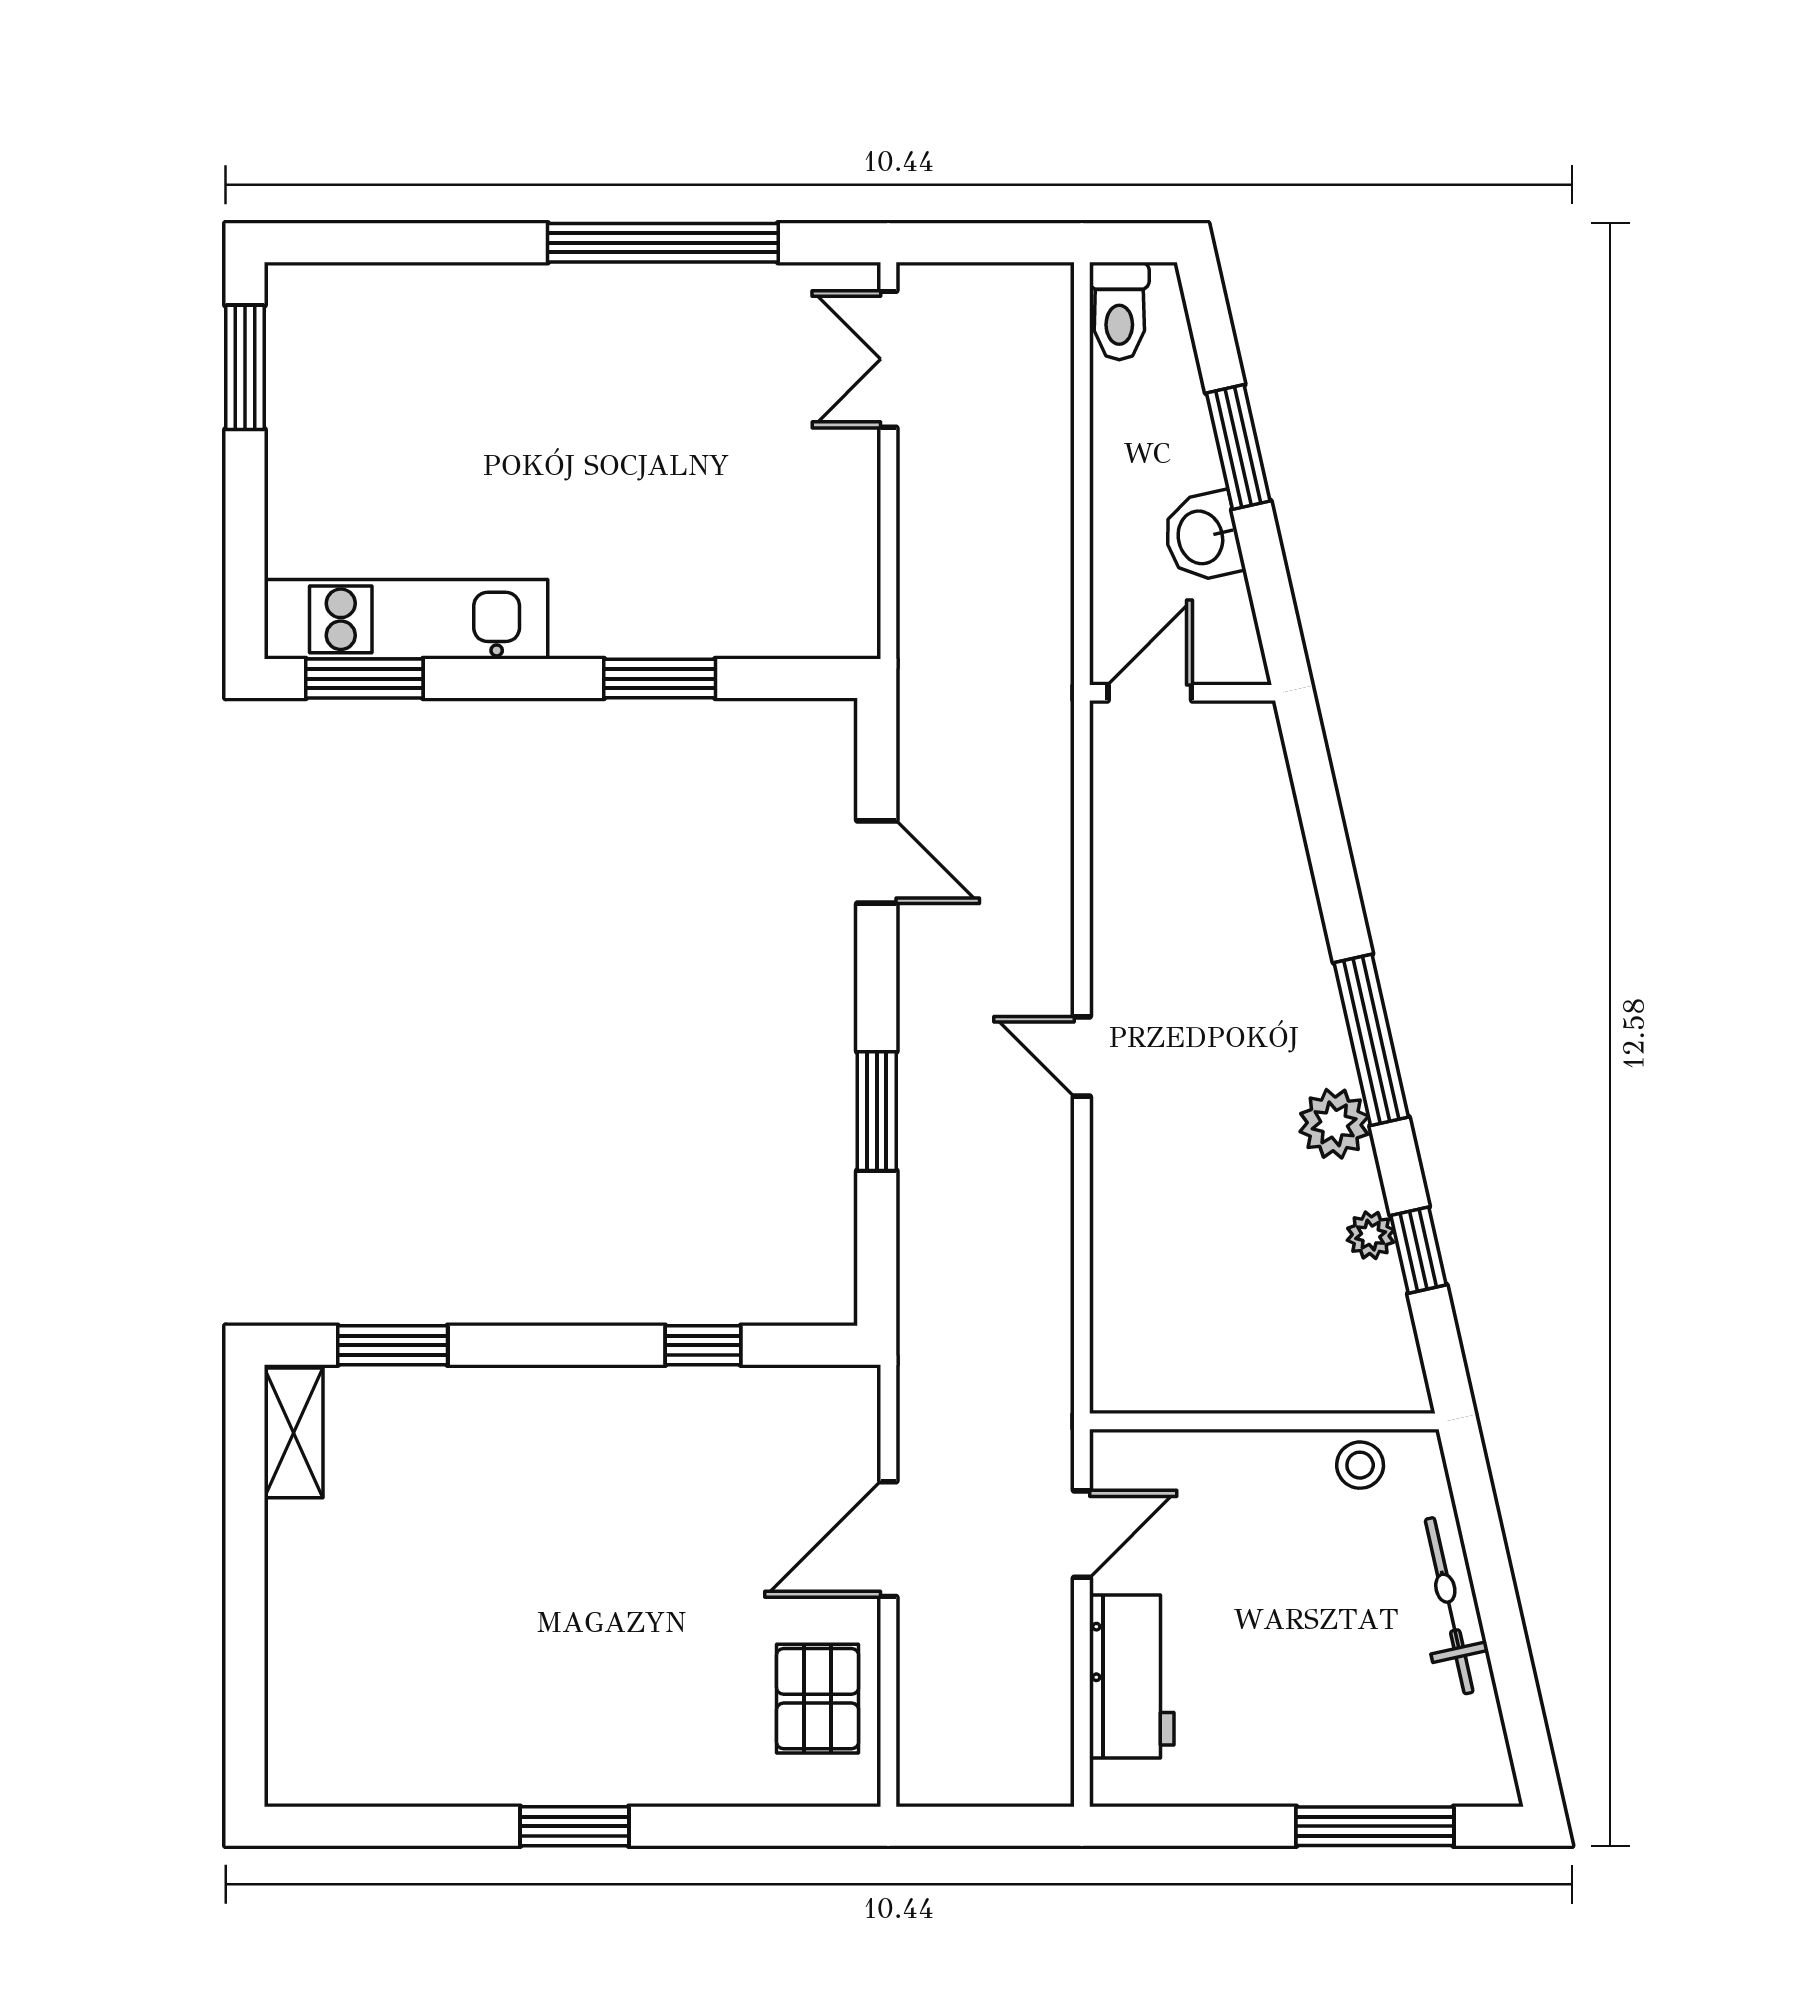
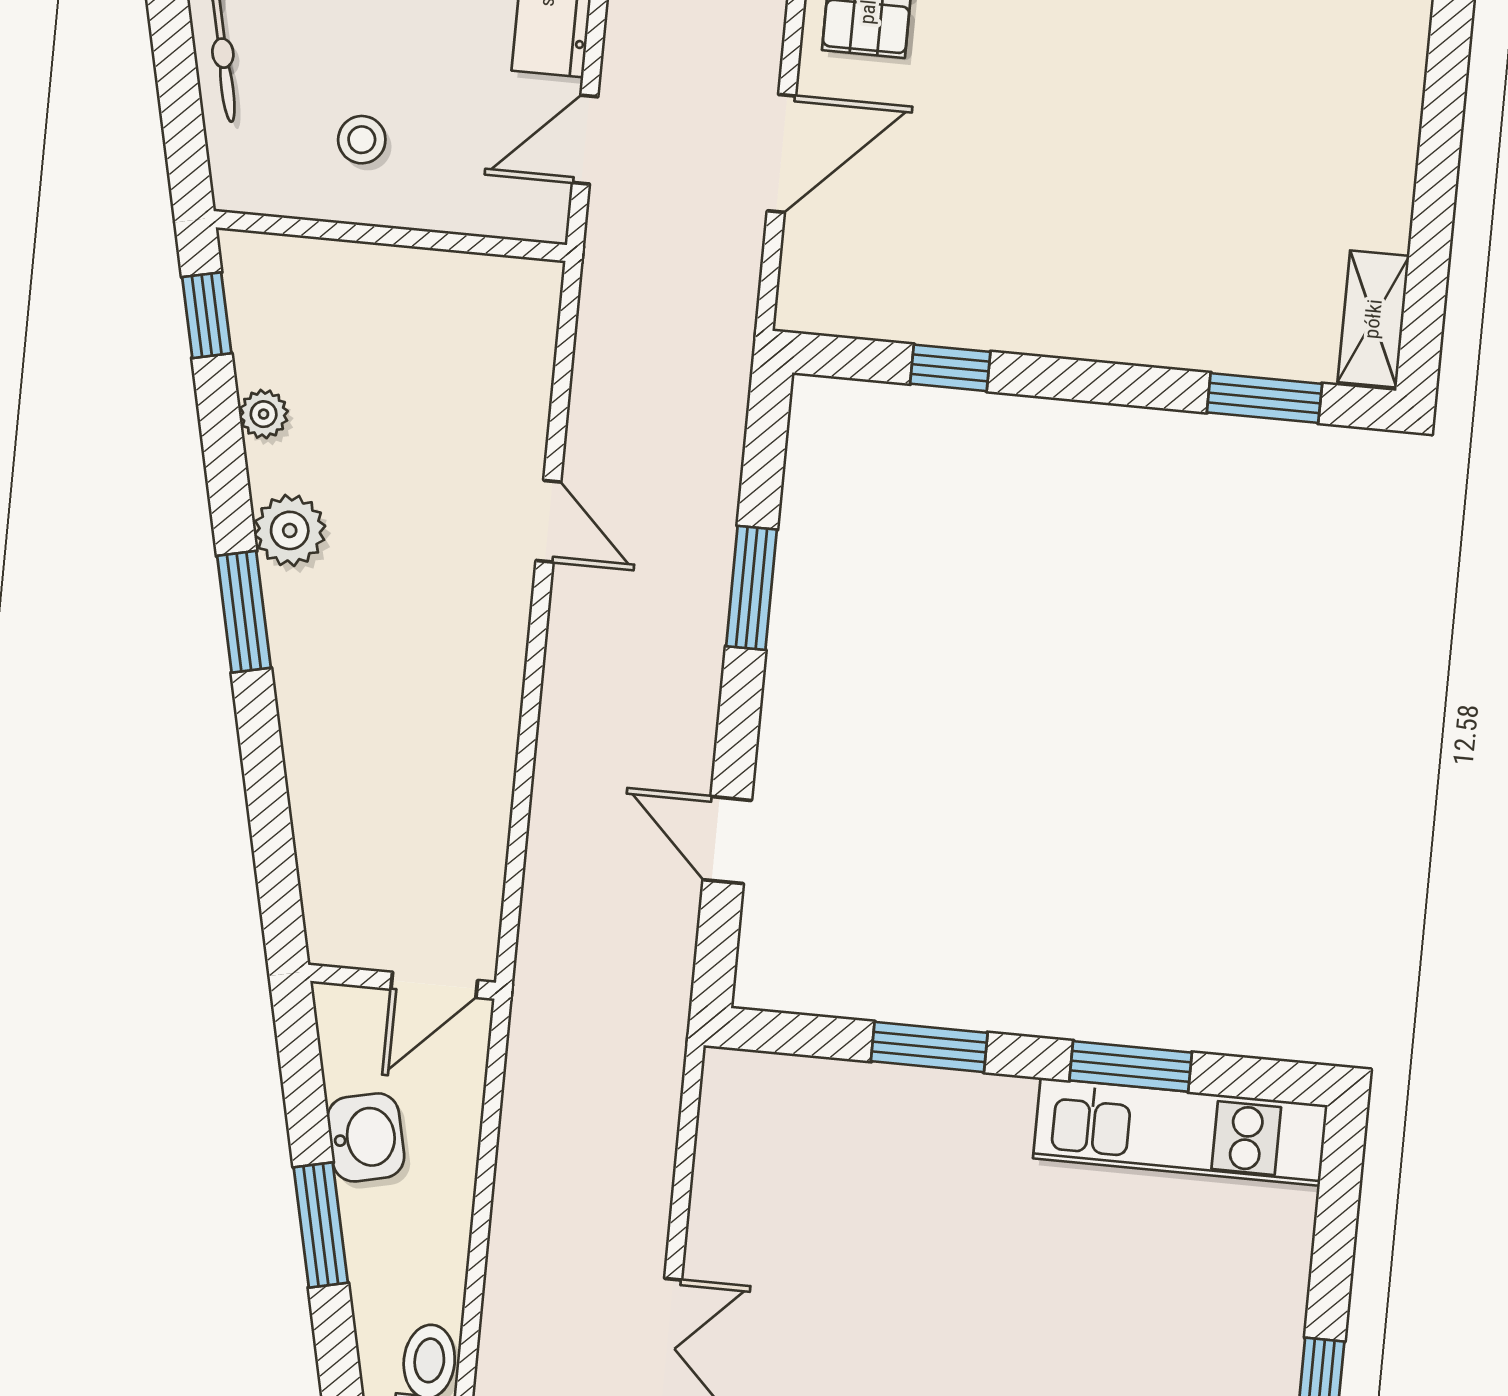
window: (364, 679) -> (1131, 1066), moved
window: (1371, 1040) -> (244, 612), width x0.69
door: (1082, 1056) -> (548, 521), moved
window: (1418, 1250) -> (207, 315), moved
stool: (1360, 1465) -> (362, 140), moved

